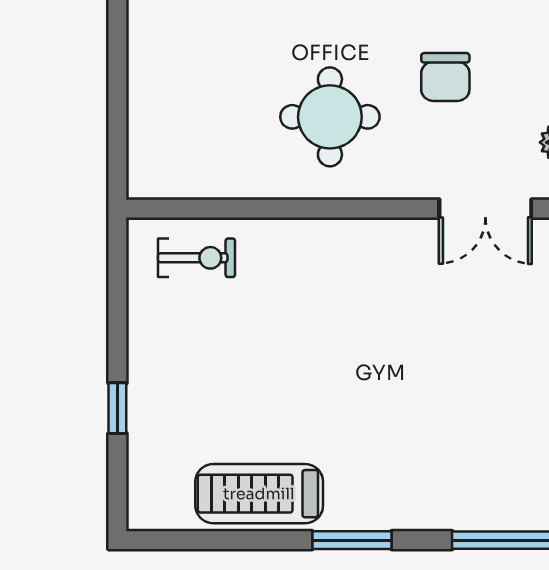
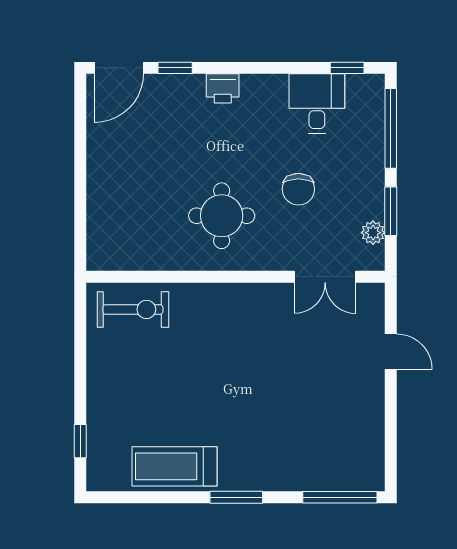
exercise bike: (197, 258) -> (133, 309), width x1.38, depth x1.39
window: (117, 408) -> (80, 441), moved

